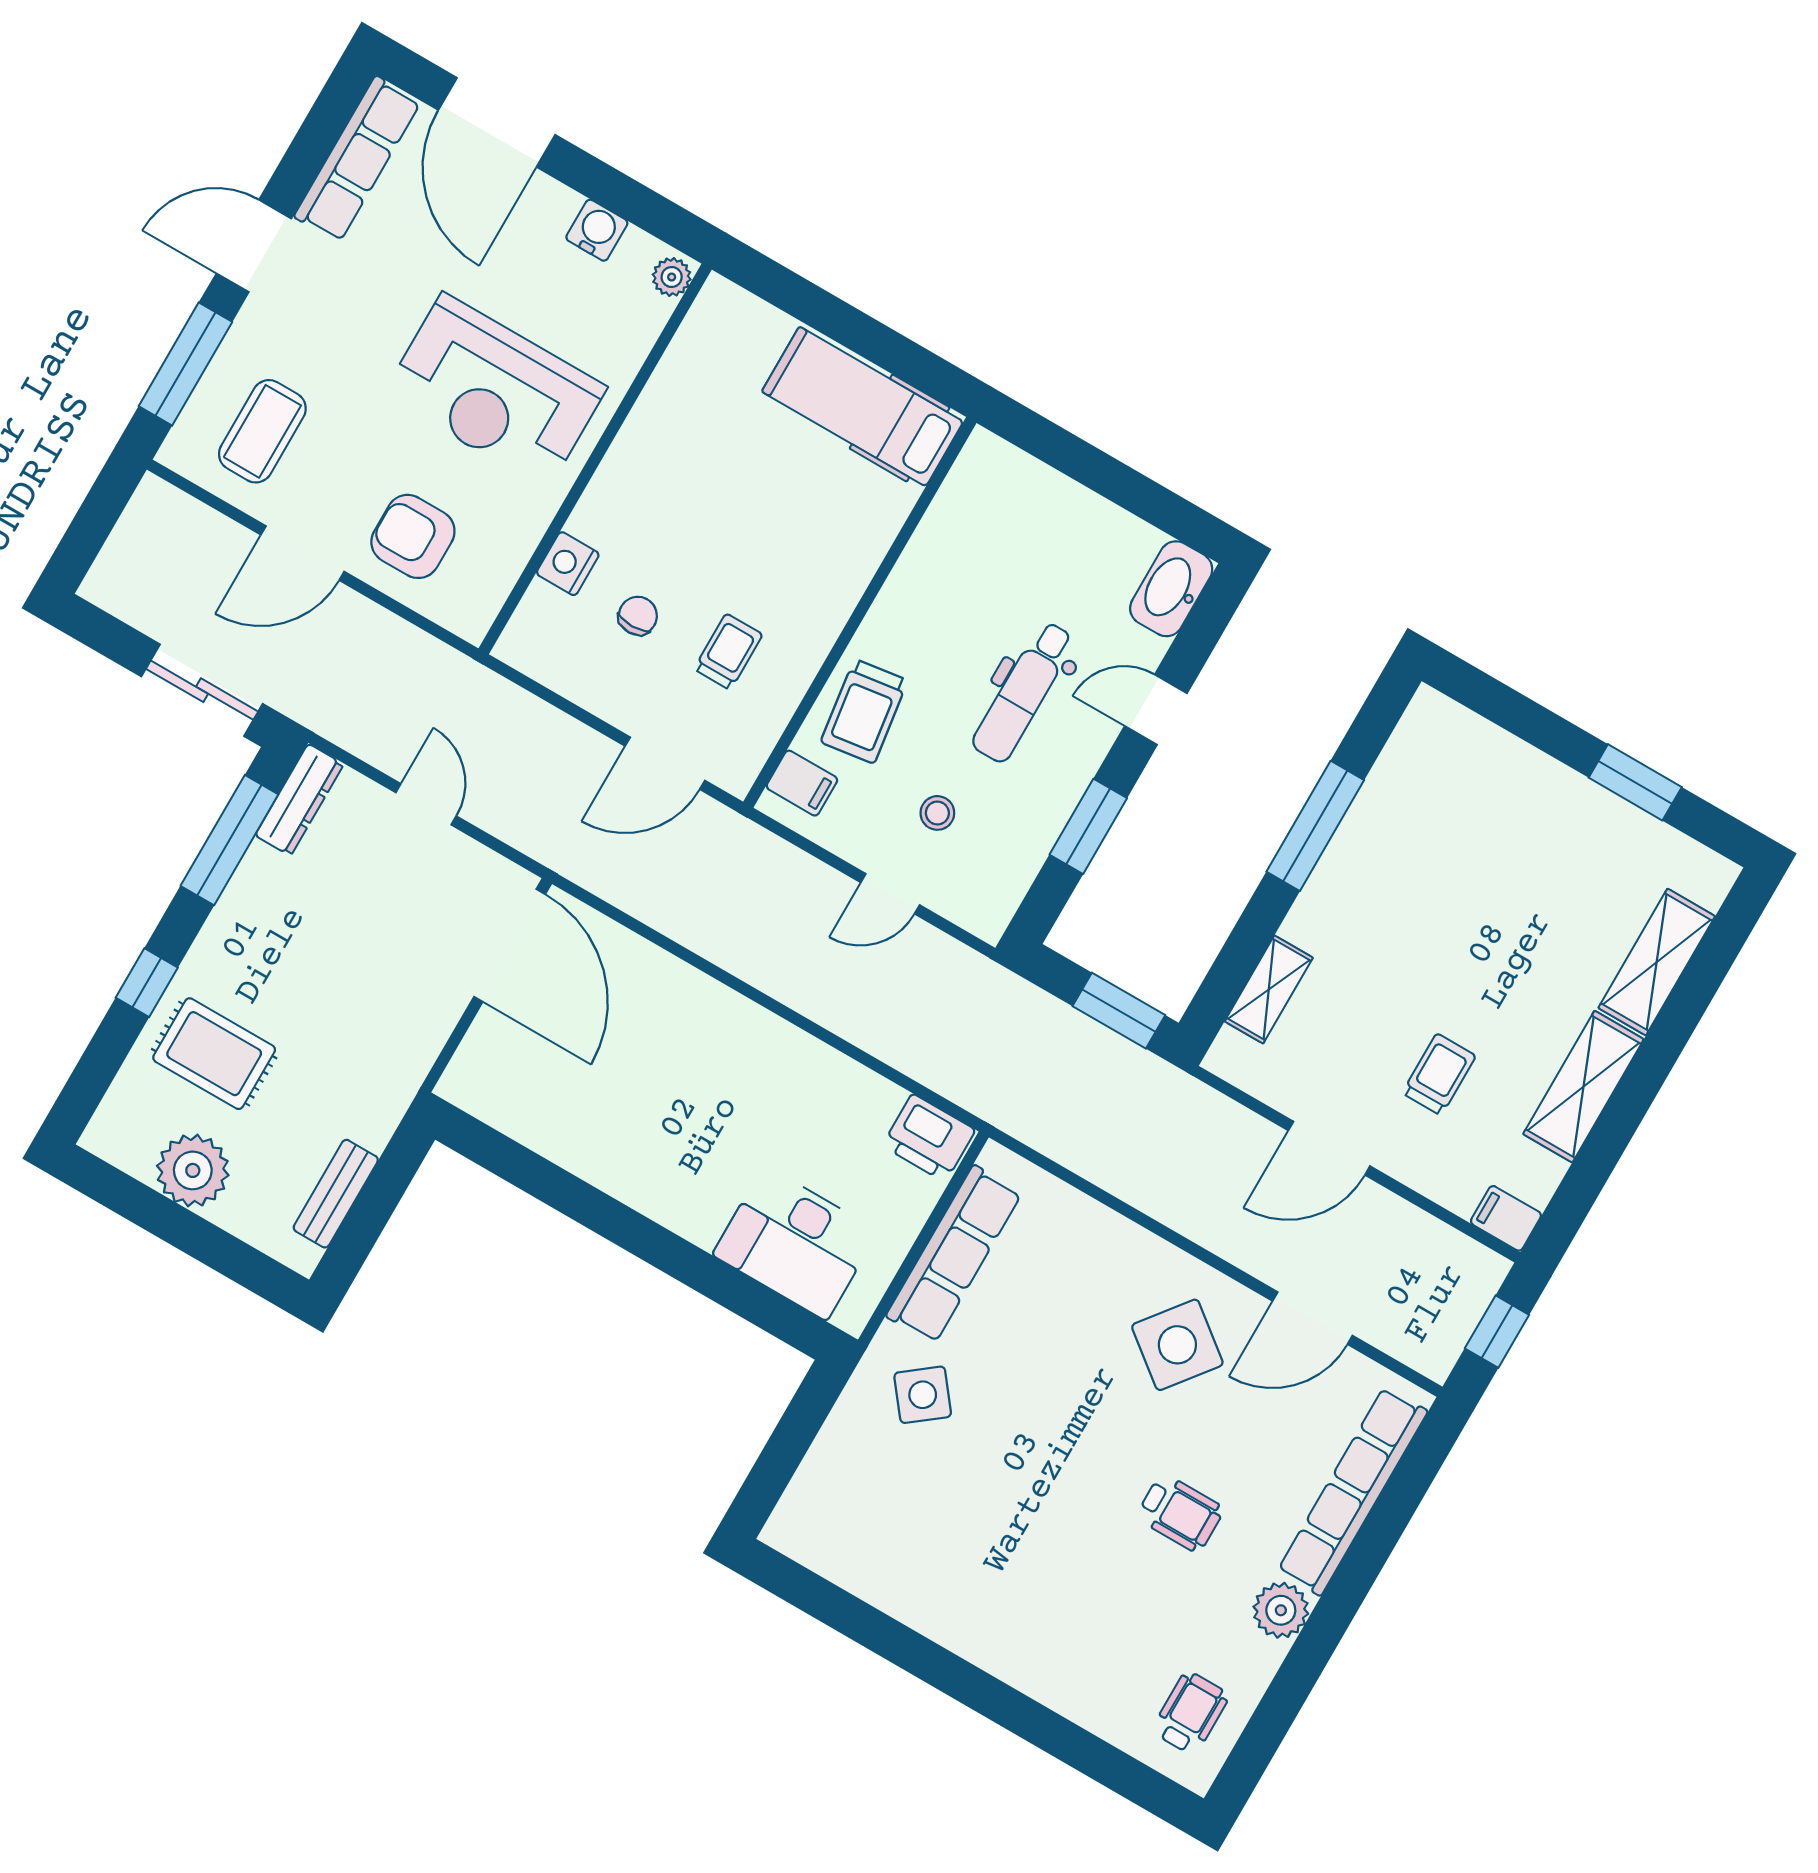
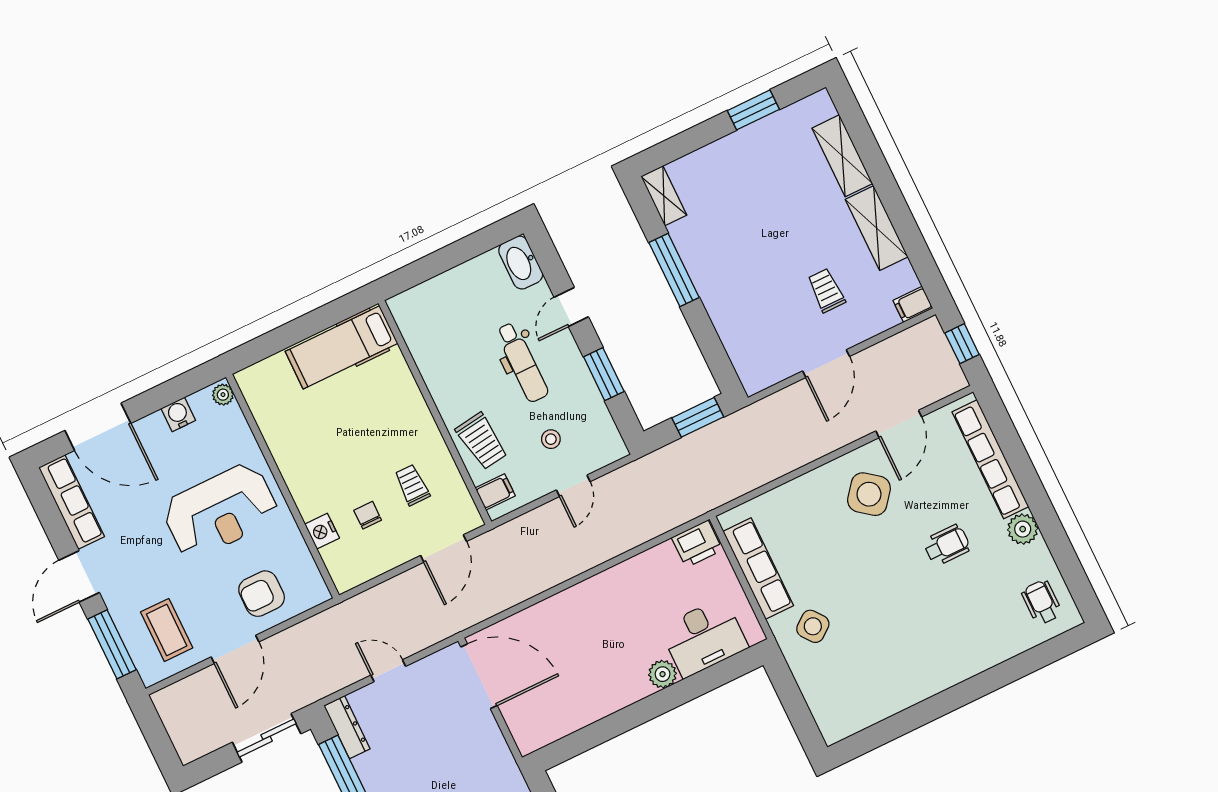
shelving: (1269, 989) -> (664, 196), moved
plant: (699, 1218) -> (663, 674), added

